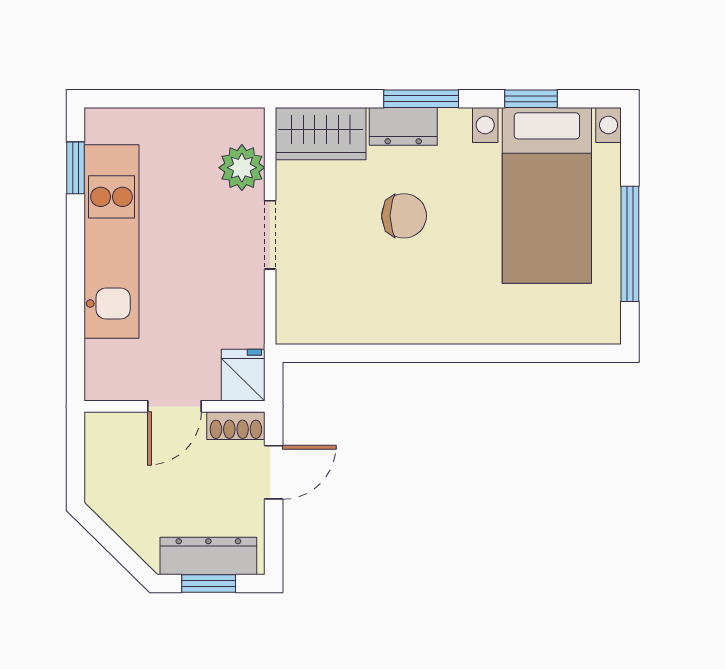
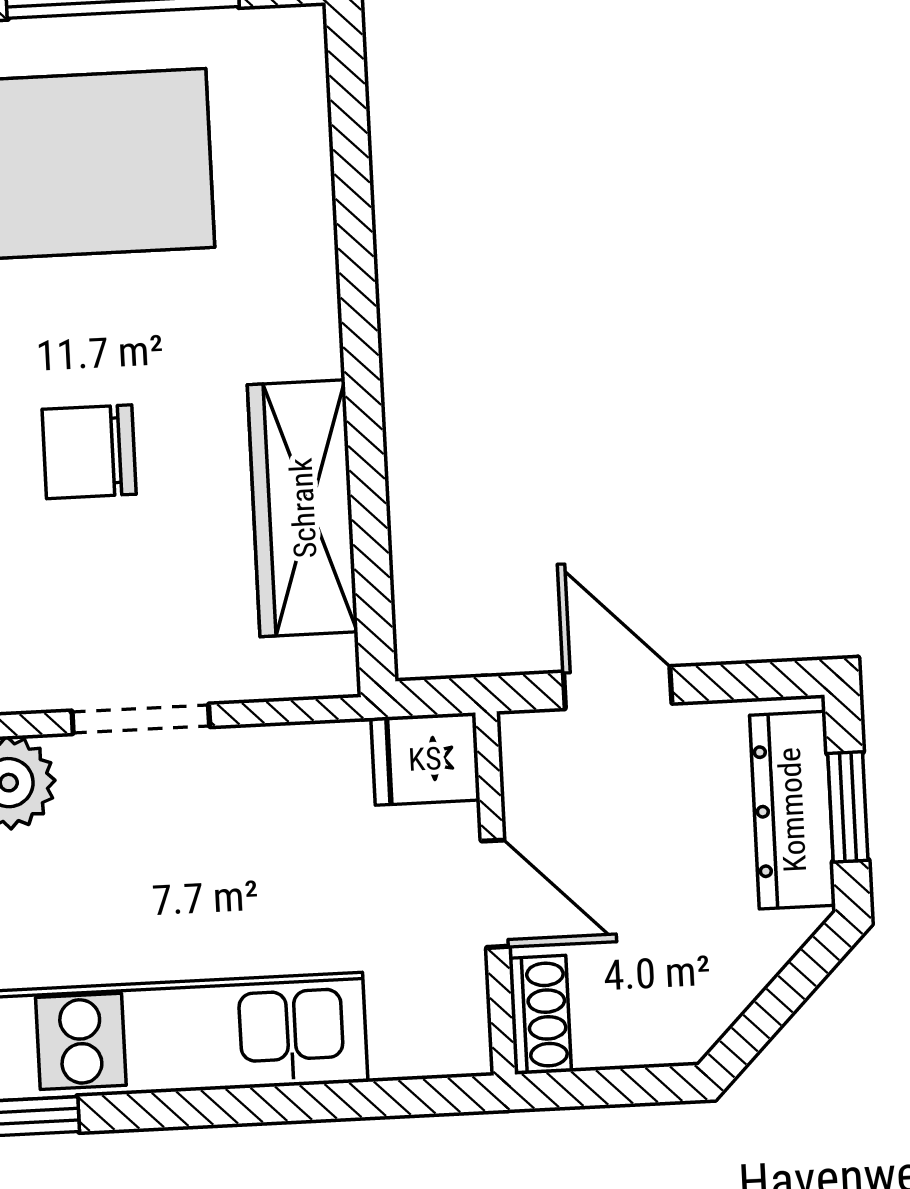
chair: (404, 216) -> (89, 452), turned -90
wardrobe: (371, 320) -> (303, 508), added
shoe rack: (236, 426) -> (540, 1015), moved

